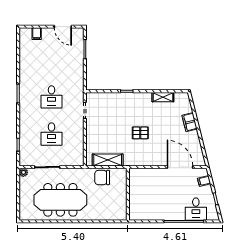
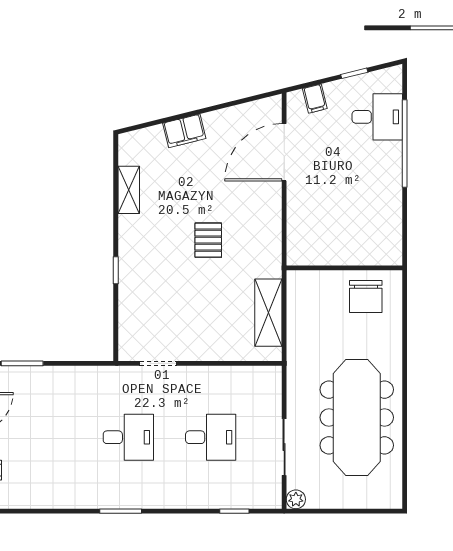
chair: (102, 178) -> (366, 296), moved

